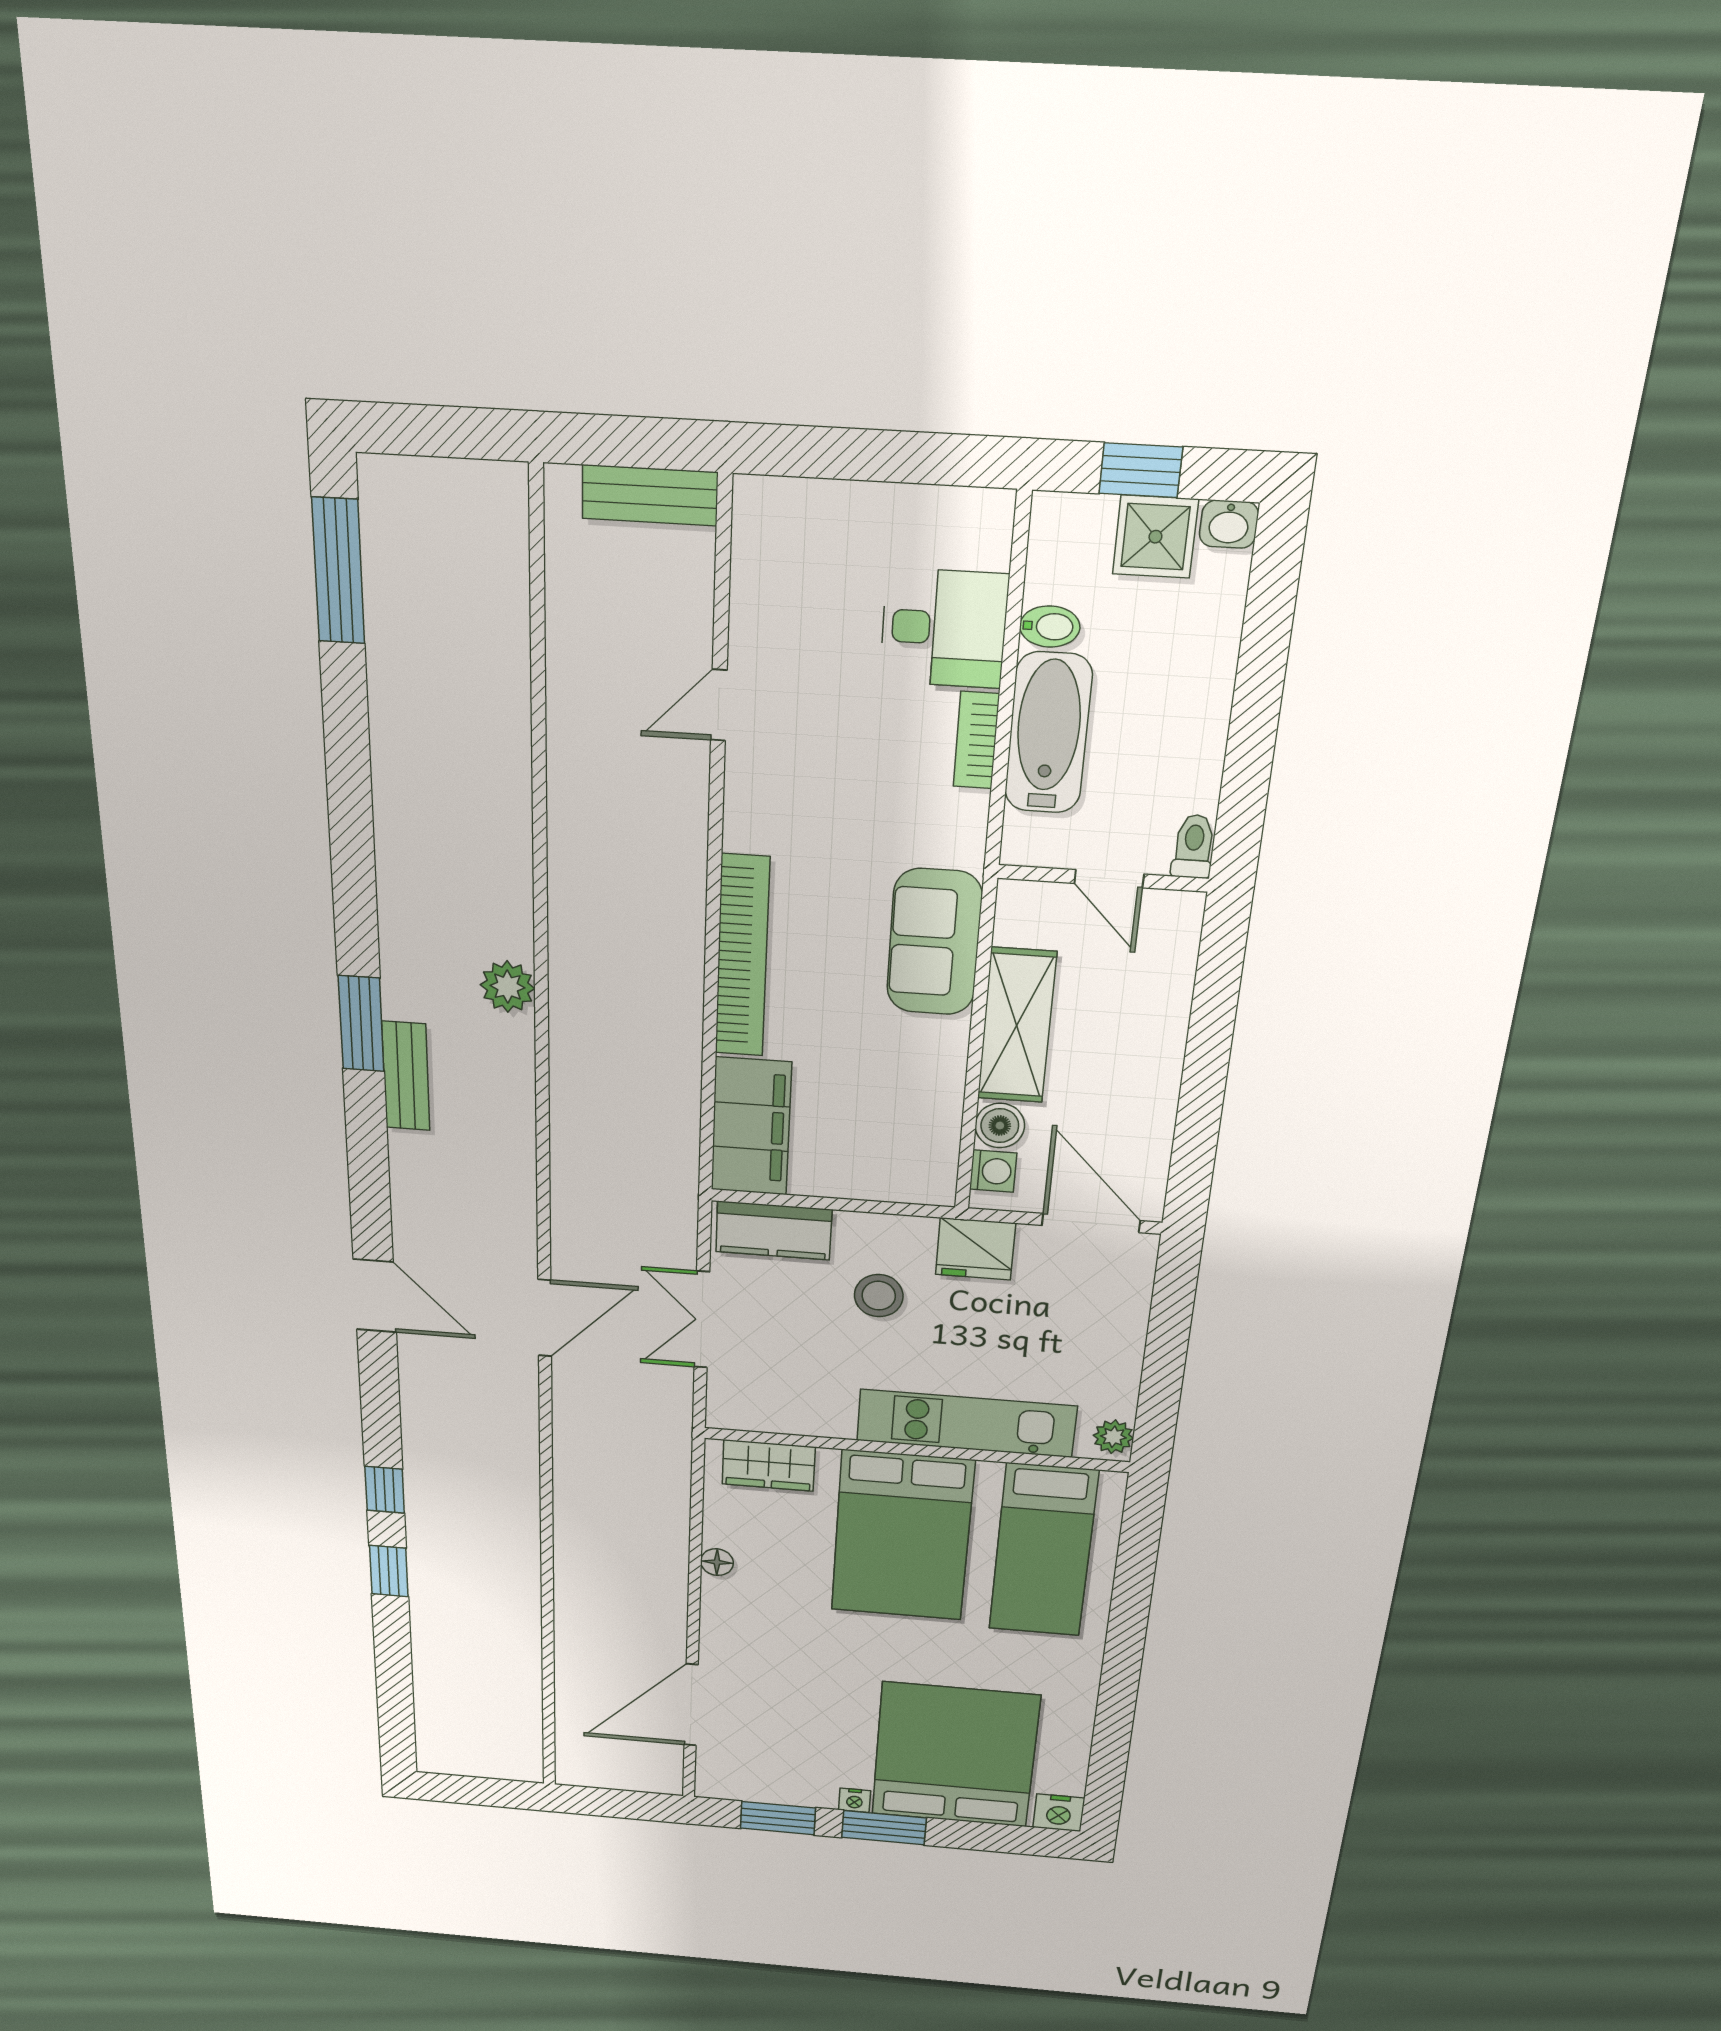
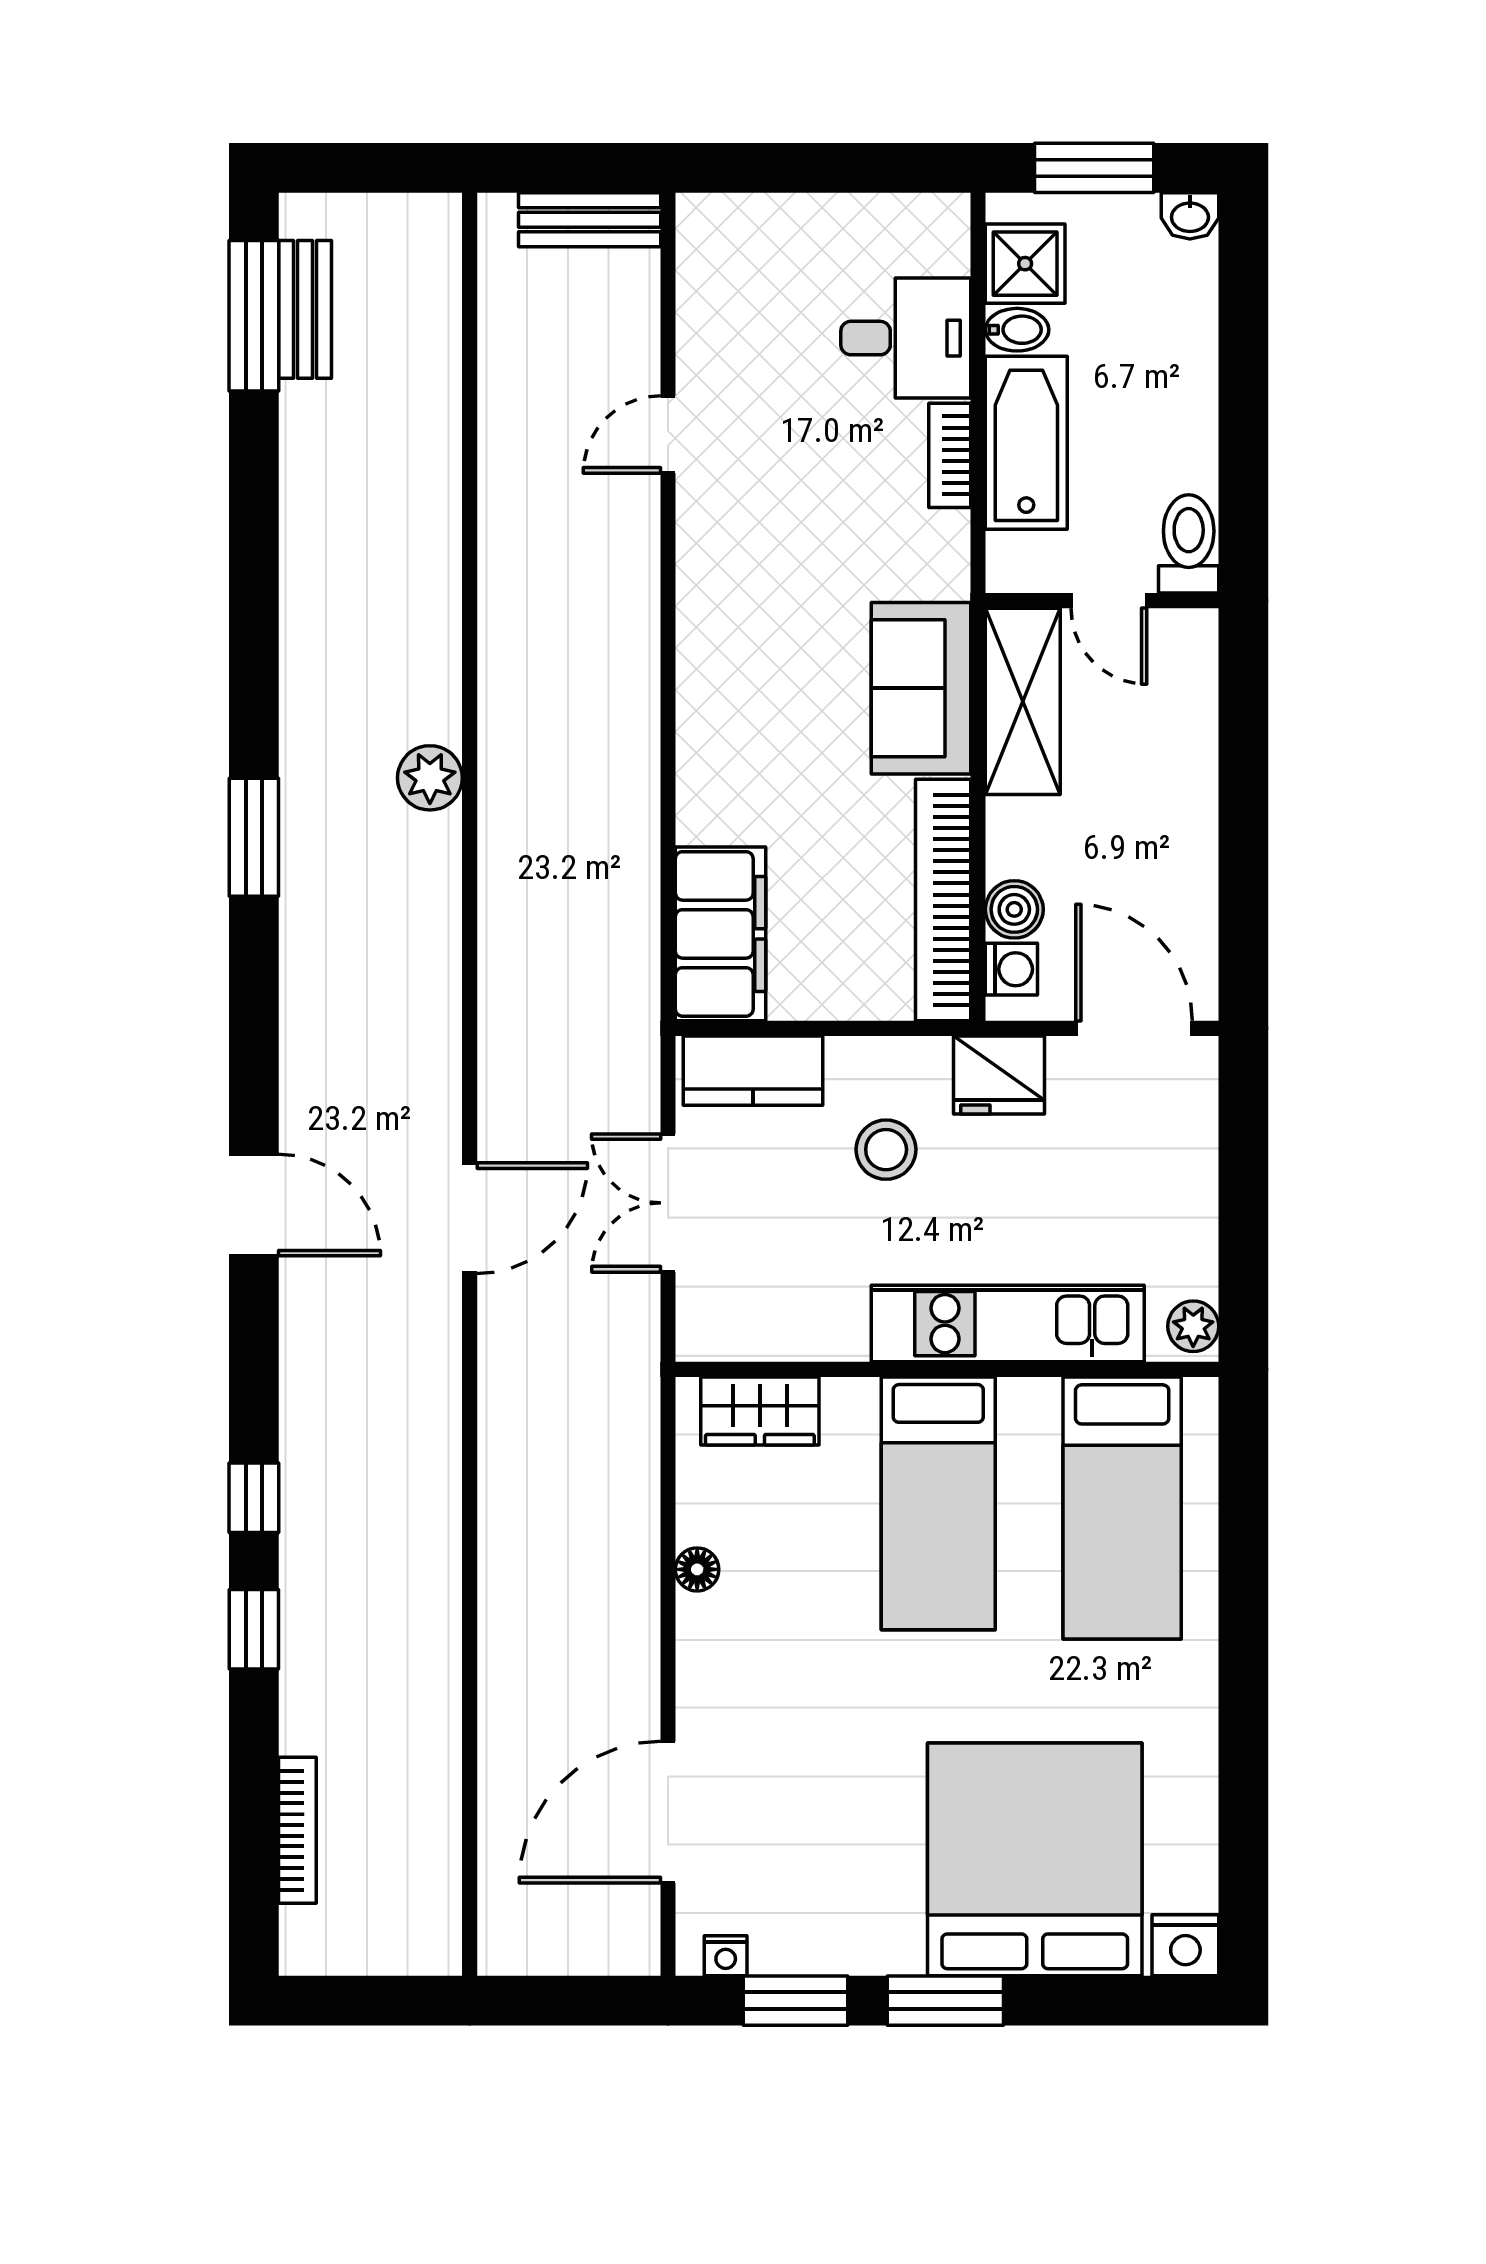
window: (1141, 470) -> (1094, 168), width x1.50
shower: (1155, 537) -> (1025, 264), moved
toilet: (1193, 846) -> (1189, 544), width x1.37, depth x1.39
bookcase: (742, 956) -> (943, 900), moved, turned 180
shelving: (1017, 1026) -> (1023, 701), moved
bench: (406, 1076) -> (305, 309), moved
bed: (902, 1536) -> (938, 1503), width x0.67
bookcase: (426, 1692) -> (297, 1830), added
nightstand: (855, 1800) -> (726, 1956), moved

